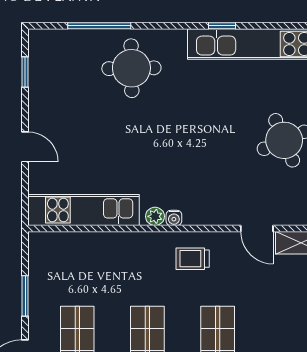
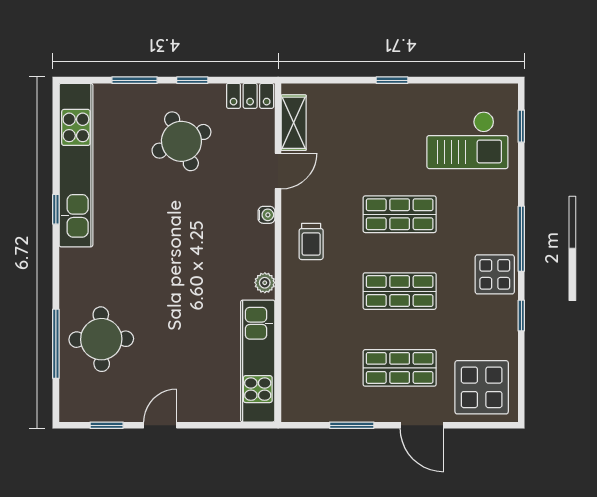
round table: (131, 68) -> (101, 339), moved
door: (25, 147) -> (160, 425), moved
water cooler: (174, 218) -> (266, 215), moved

